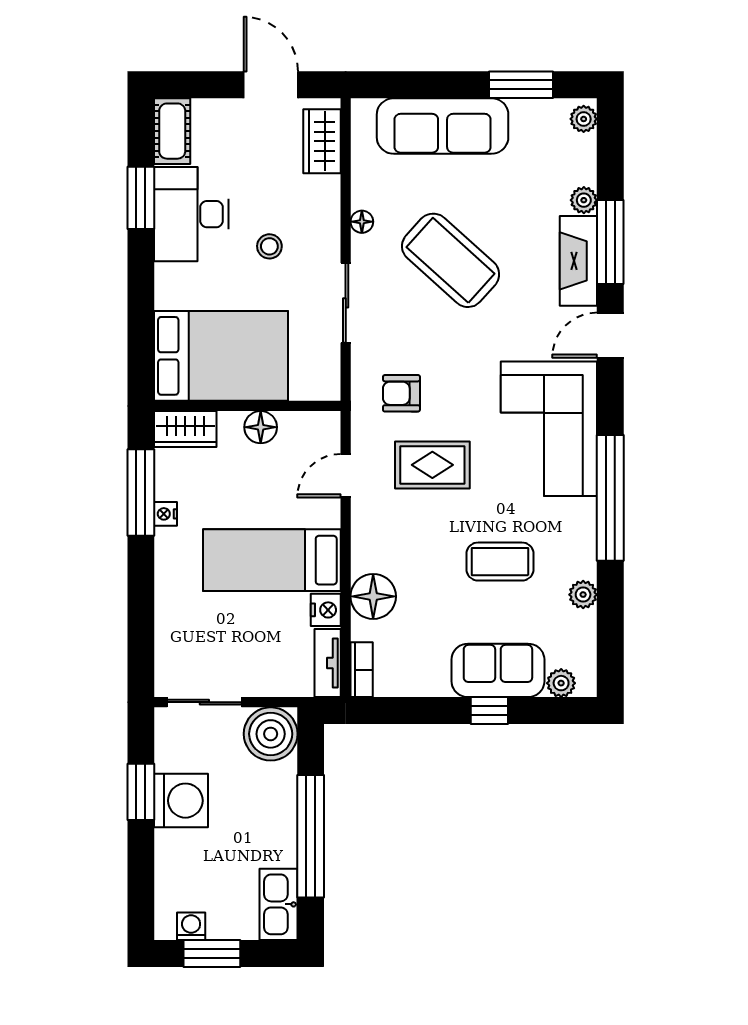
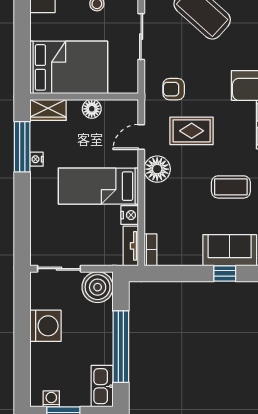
floor lamp: (373, 596) -> (157, 169), moved
window: (141, 792) -> (22, 321), removed

